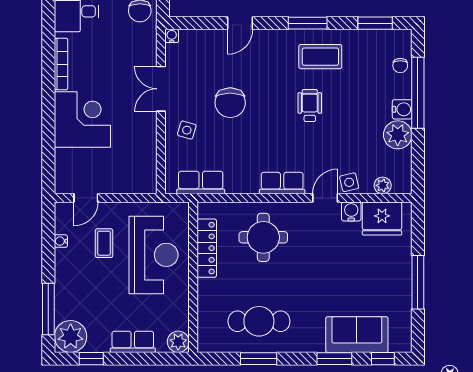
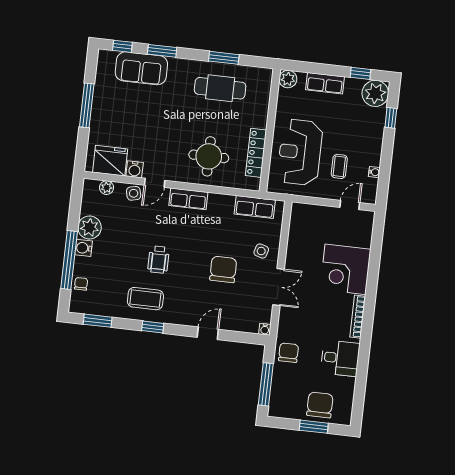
window: (308, 23) -> (153, 327), width x0.67
window: (48, 309) -> (391, 118), width x0.46

